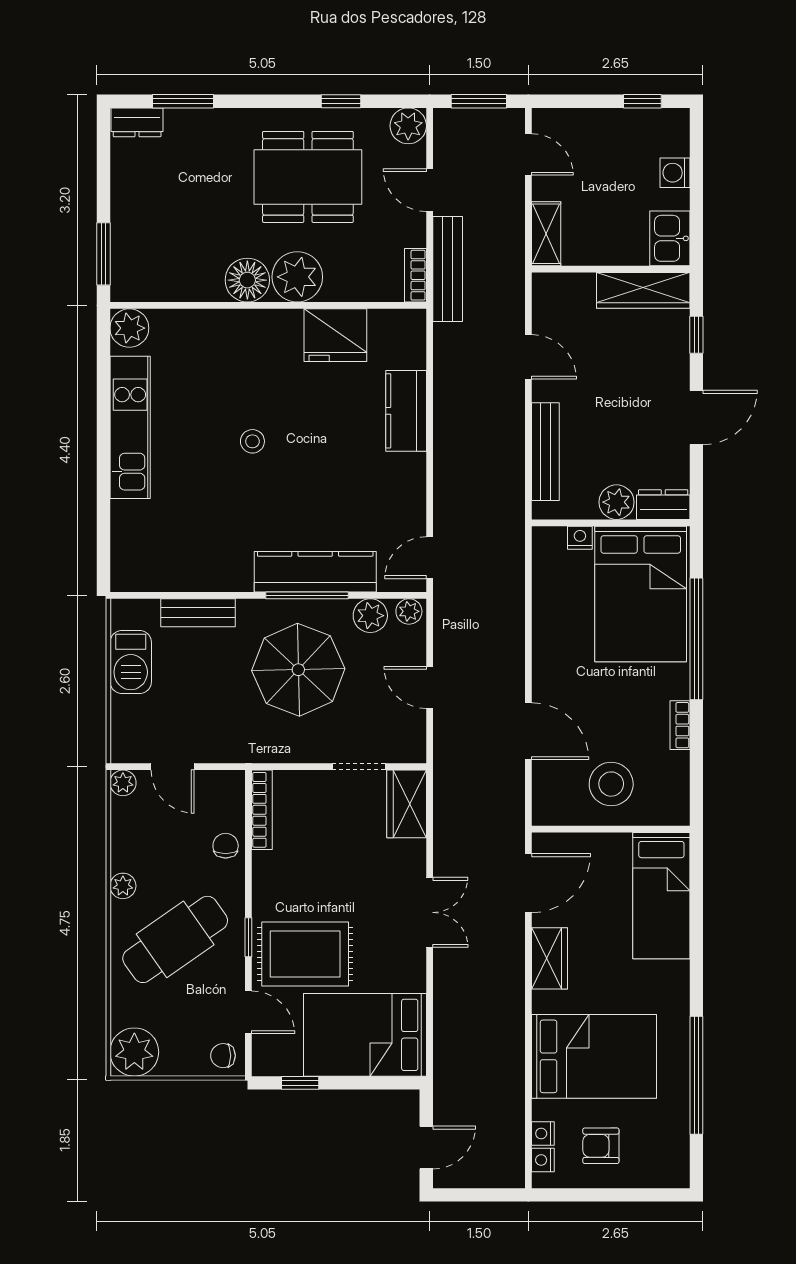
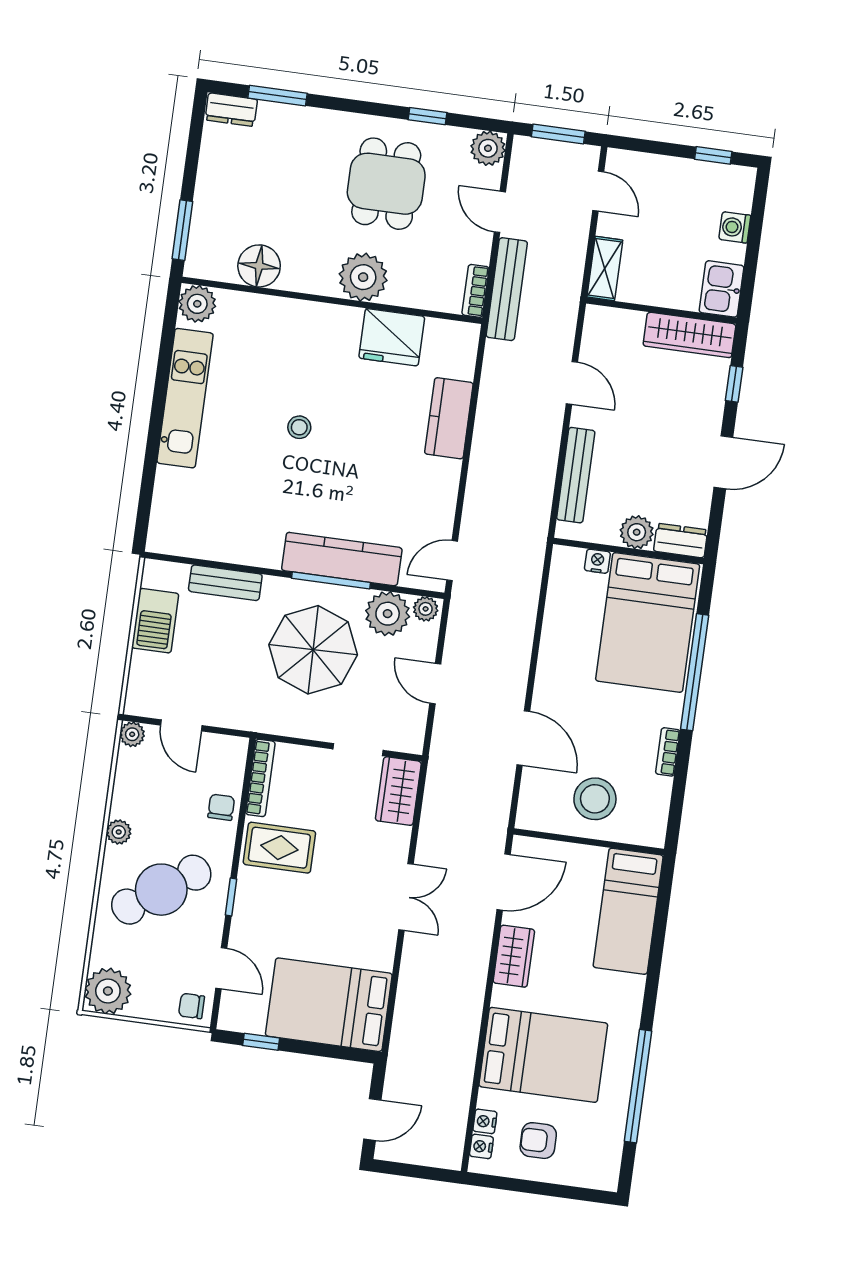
dining table: (308, 177) -> (386, 184), width x0.73
floor lamp: (247, 280) -> (259, 266), moved
plant: (370, 616) -> (388, 614), width x1.36, depth x1.36
rug: (305, 954) -> (279, 848), moved, width x0.73, depth x0.70

